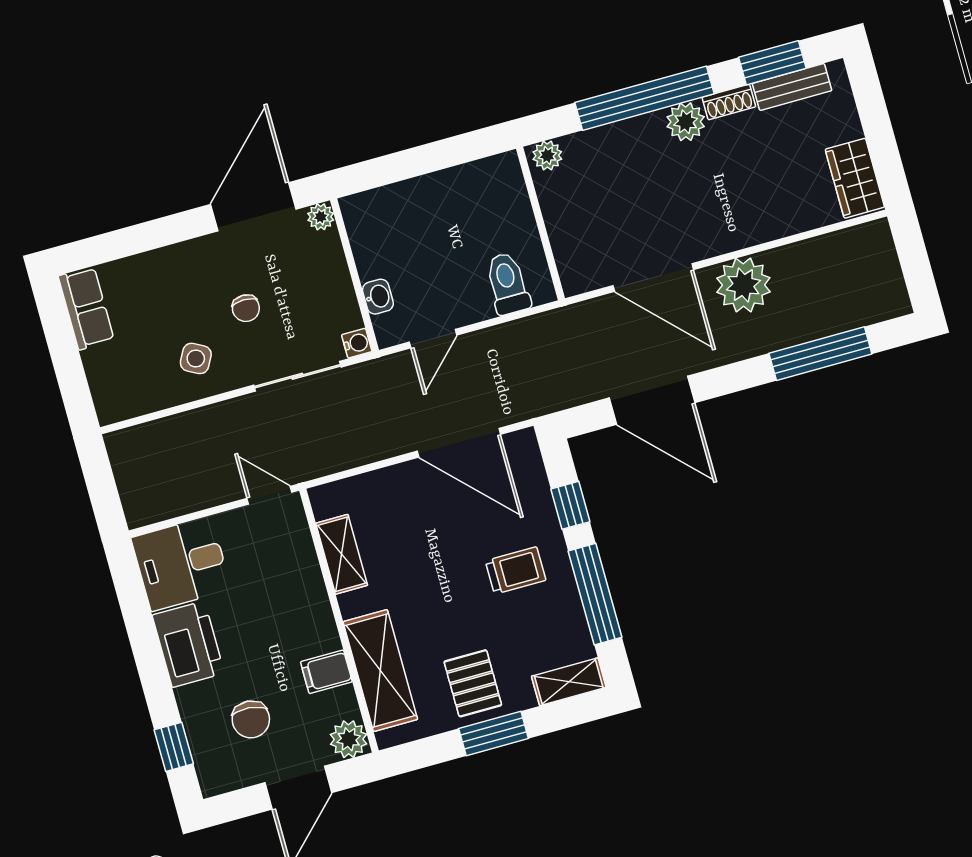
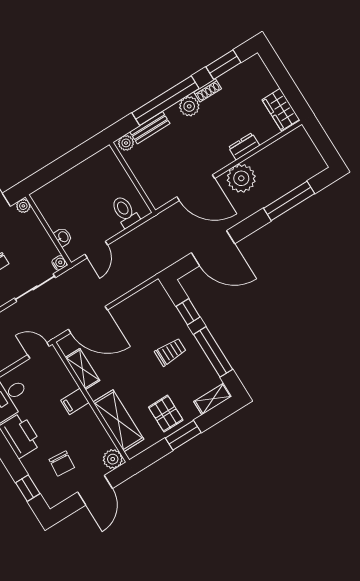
bench: (792, 87) -> (150, 128), moved
dresser: (766, 227) -> (244, 146), added
door: (459, 443) -> (88, 320), moved
filing cabinet: (326, 672) -> (75, 401), moved

